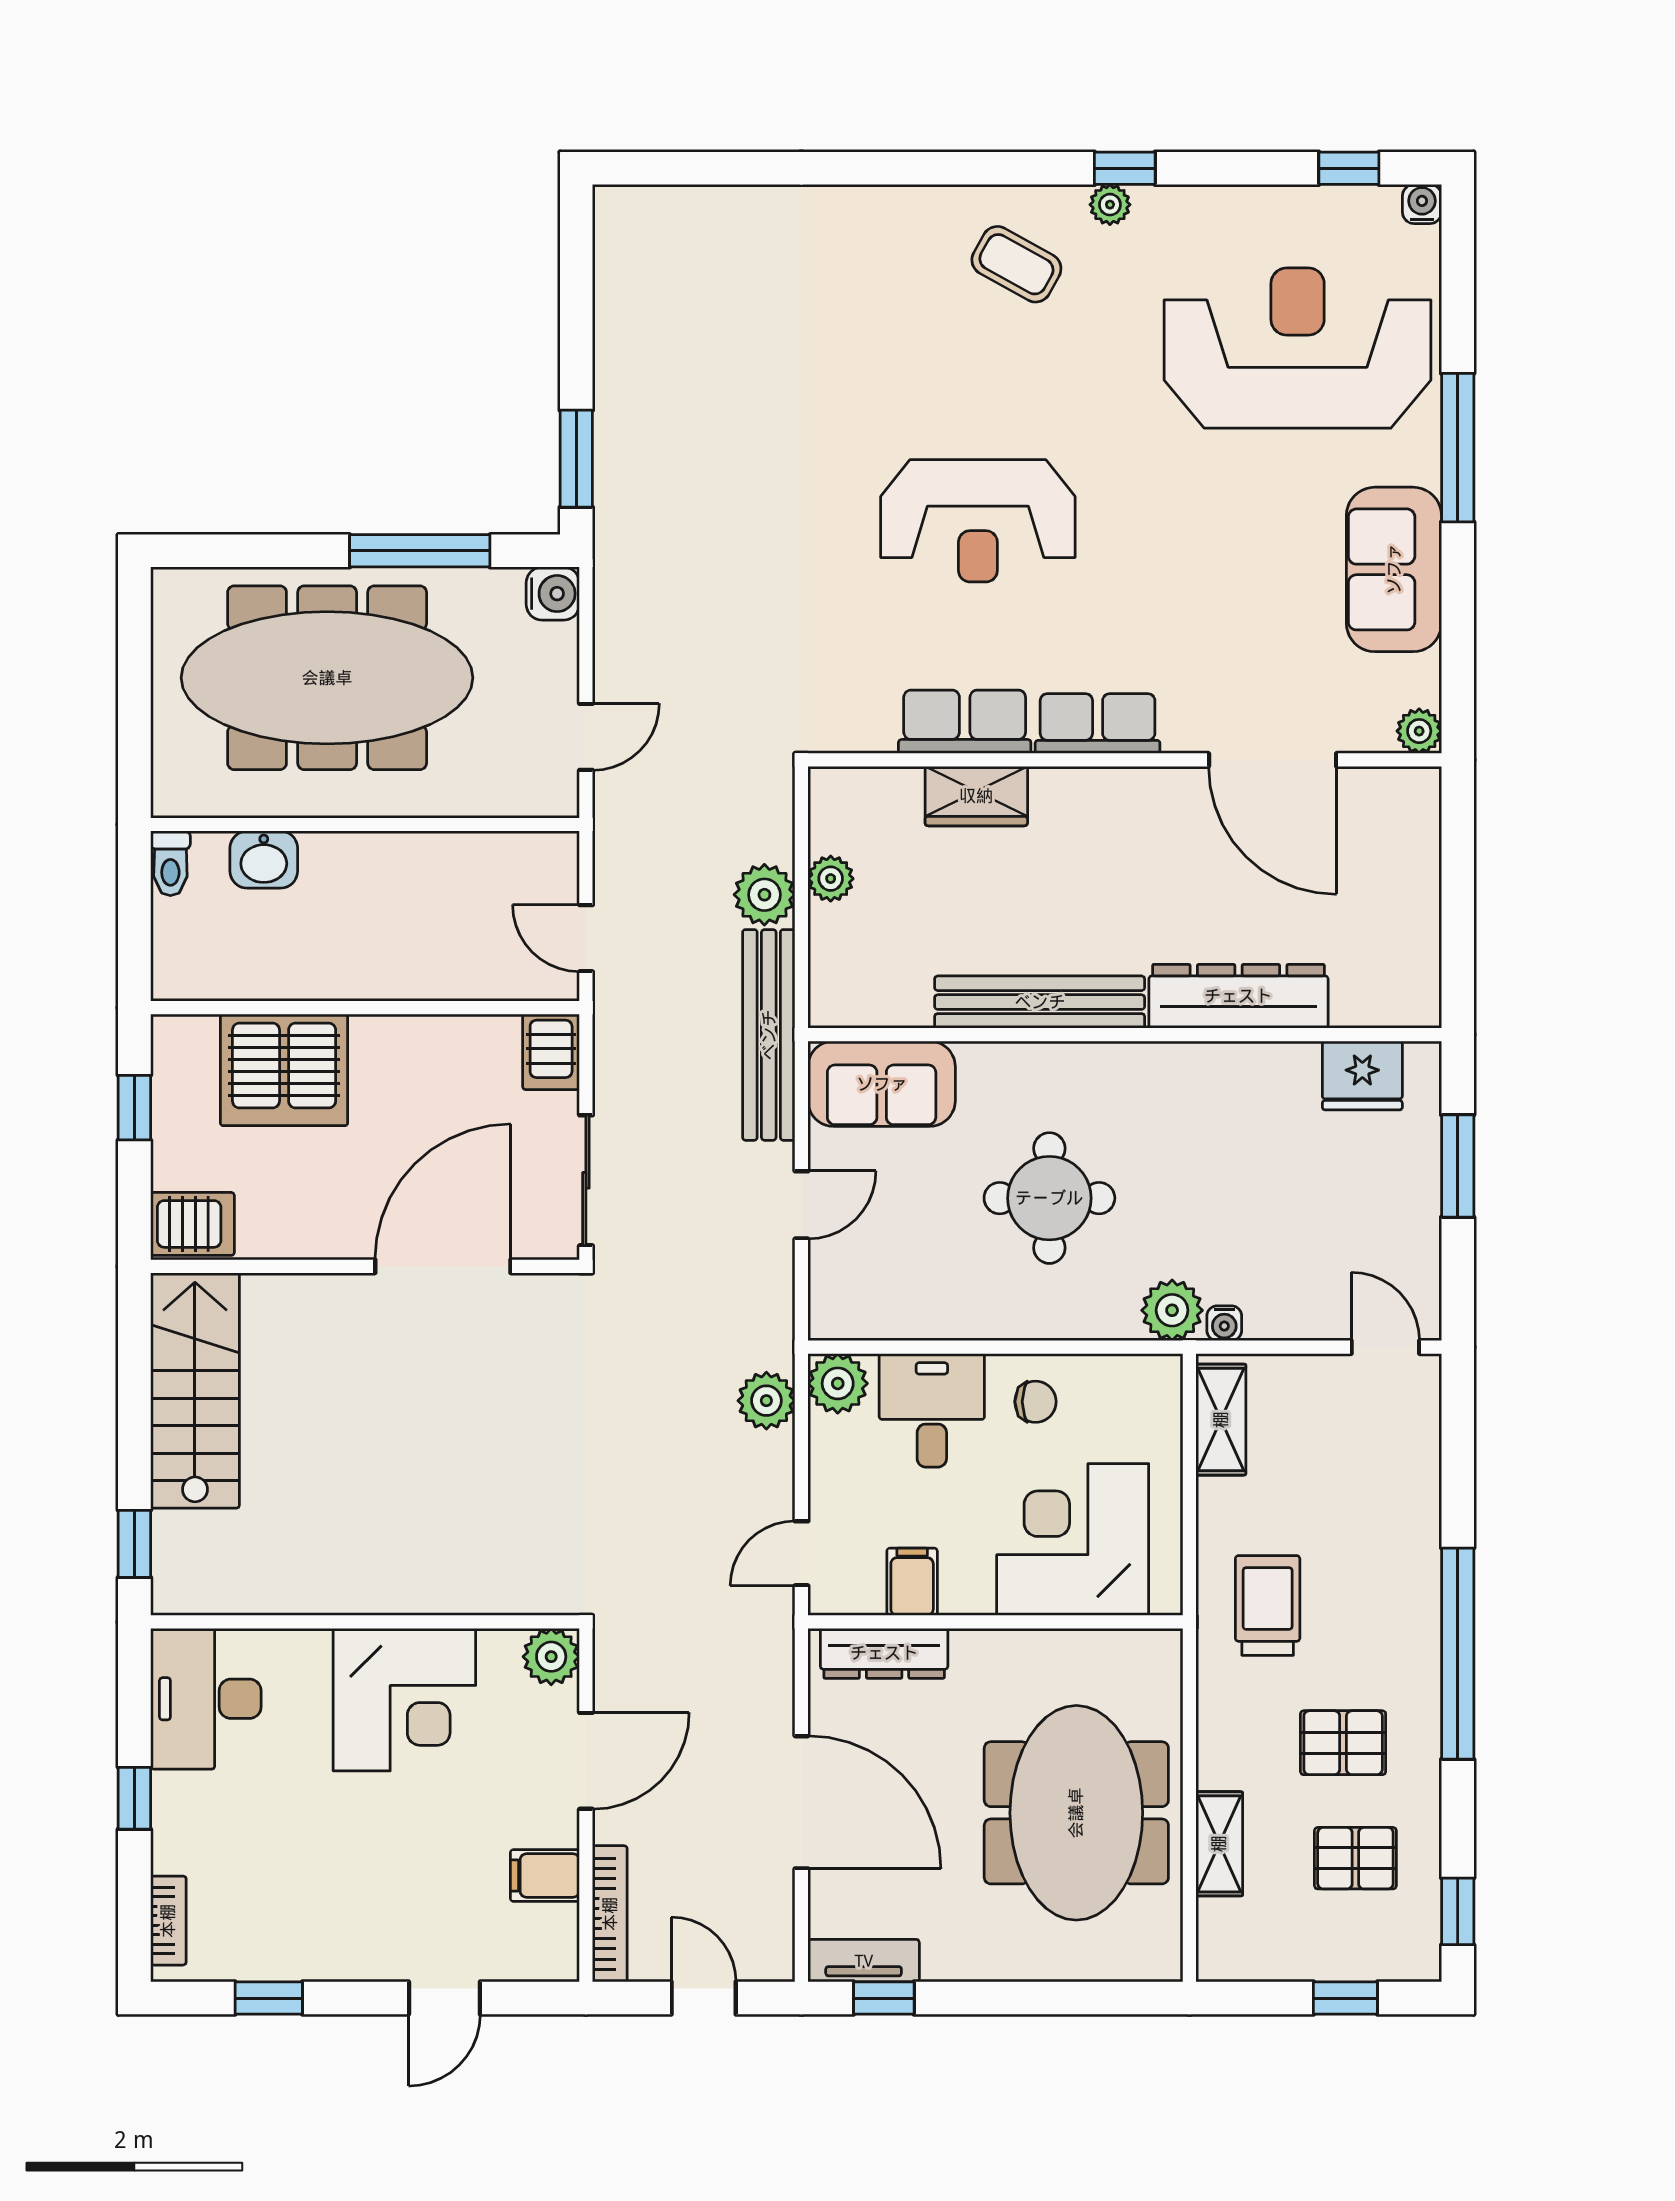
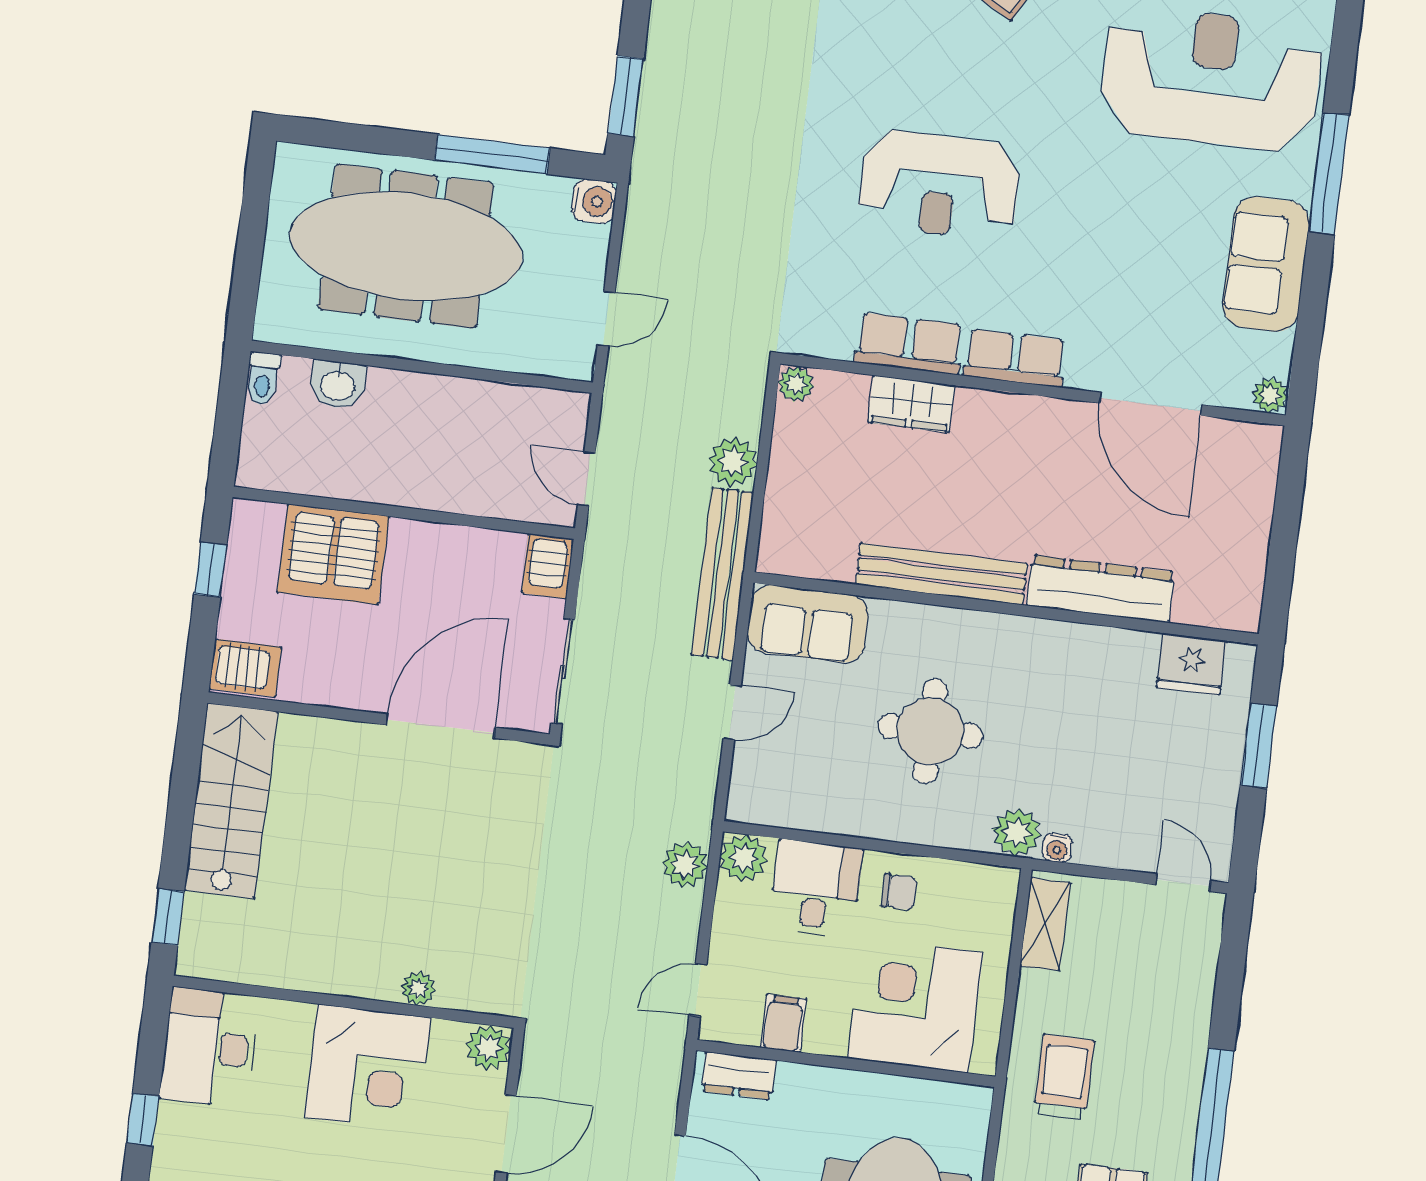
plant: (831, 879) -> (796, 384), moved
plant: (455, 1594) -> (418, 988), added
dresser: (884, 1653) -> (739, 1076), width x0.70

